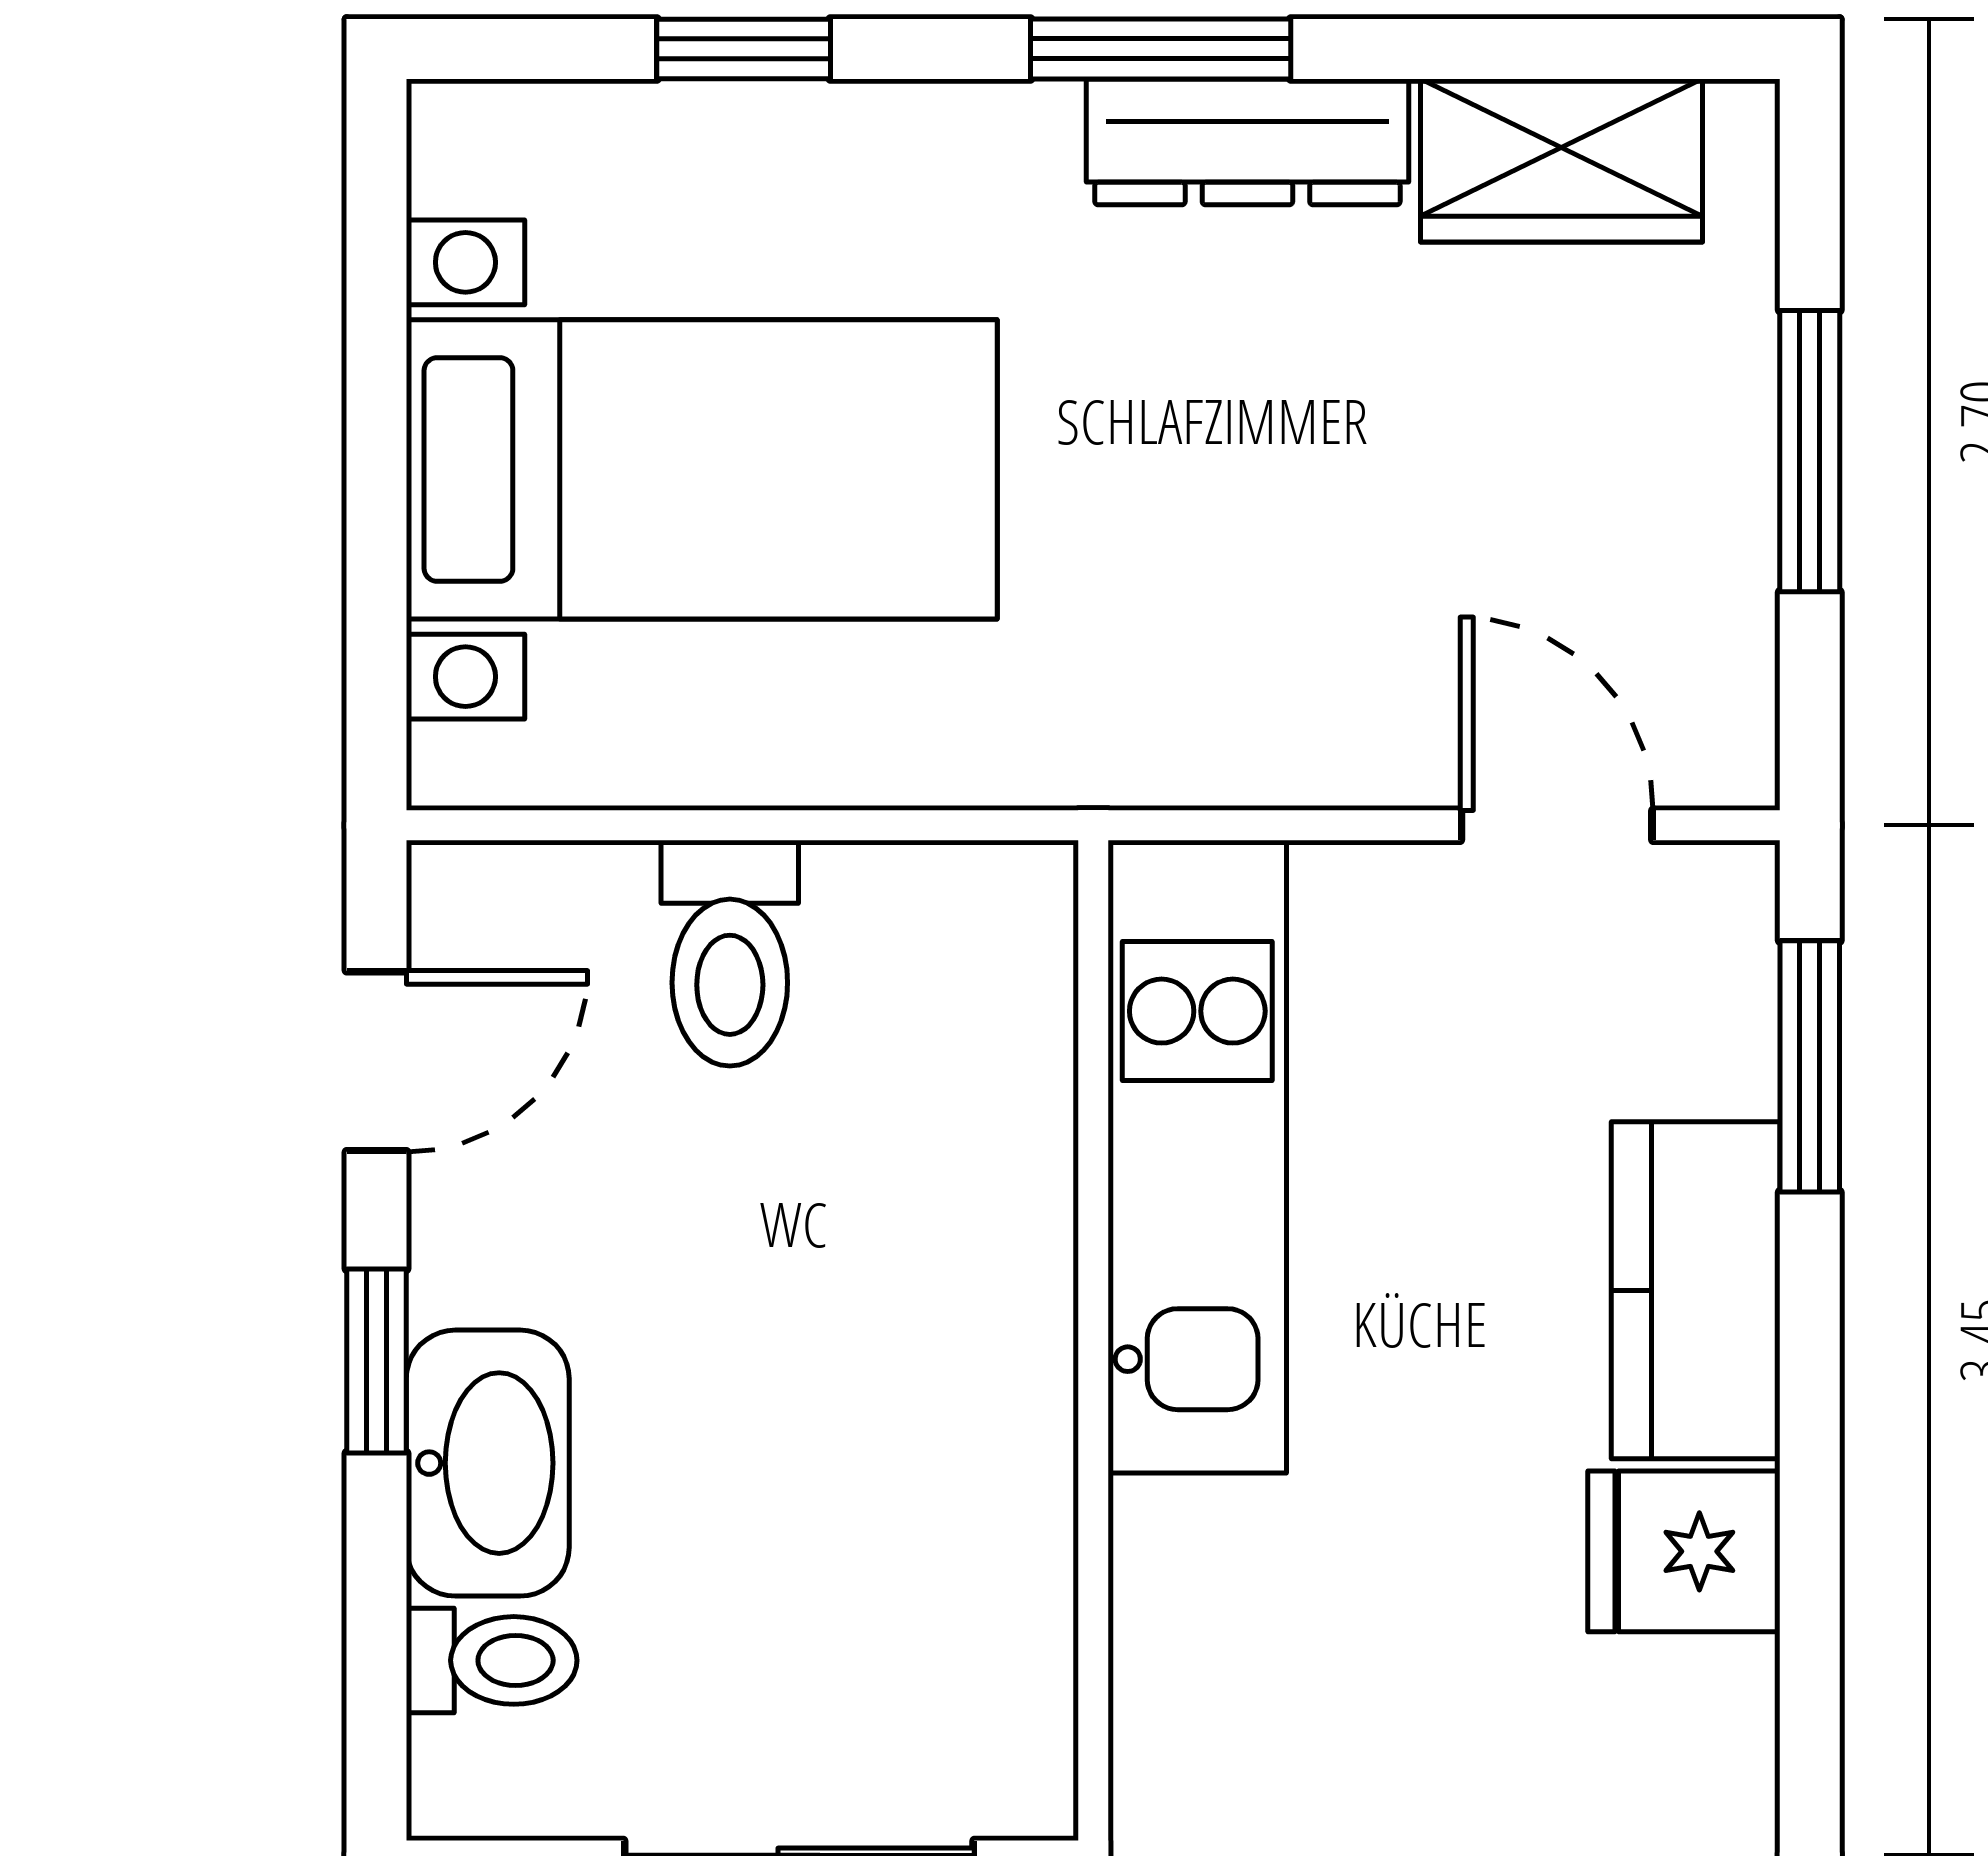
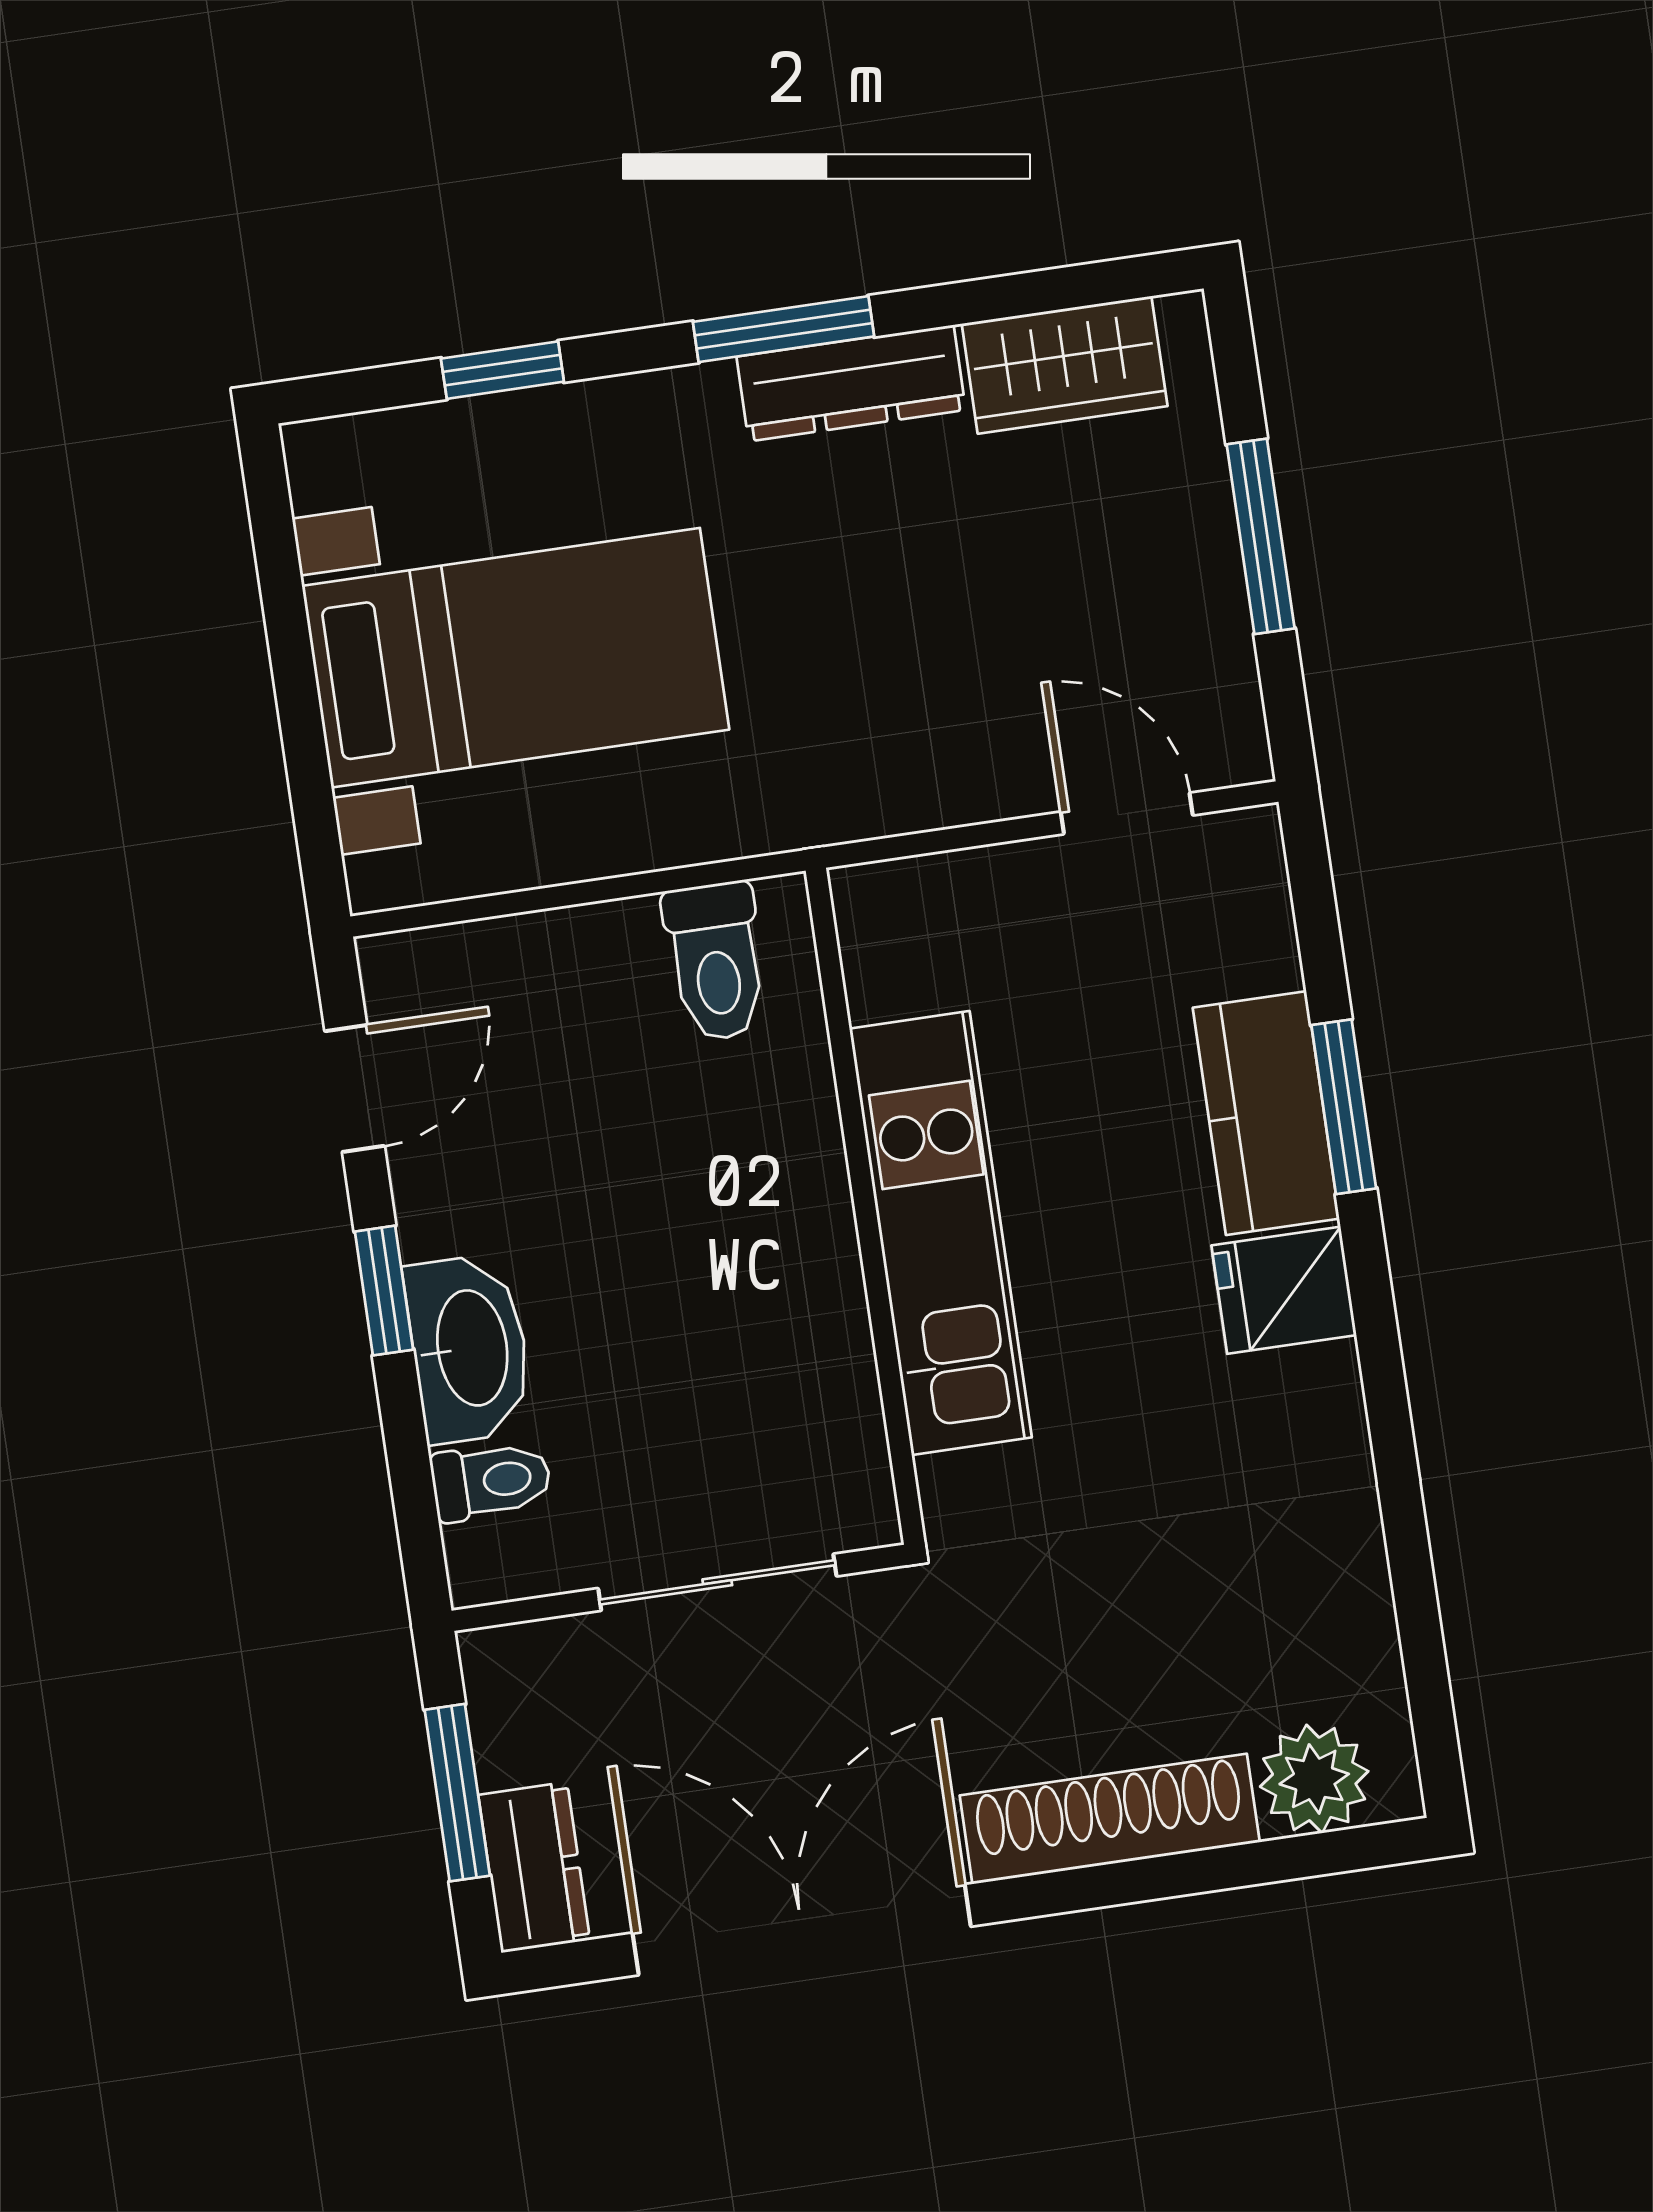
toilet: (730, 953) -> (716, 961), moved
window: (1810, 1066) -> (1344, 1107), moved
kitchen unit: (1197, 1157) -> (941, 1233), moved

